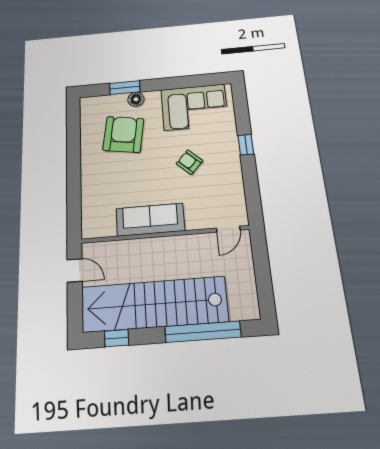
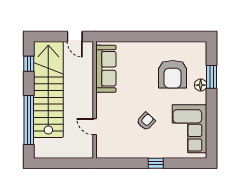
armchair: (123, 134) -> (173, 74), turned 81
sofa: (150, 220) -> (106, 69), moved
door: (228, 229) -> (95, 127), moved
door: (75, 270) -> (75, 36), hinge flipped

